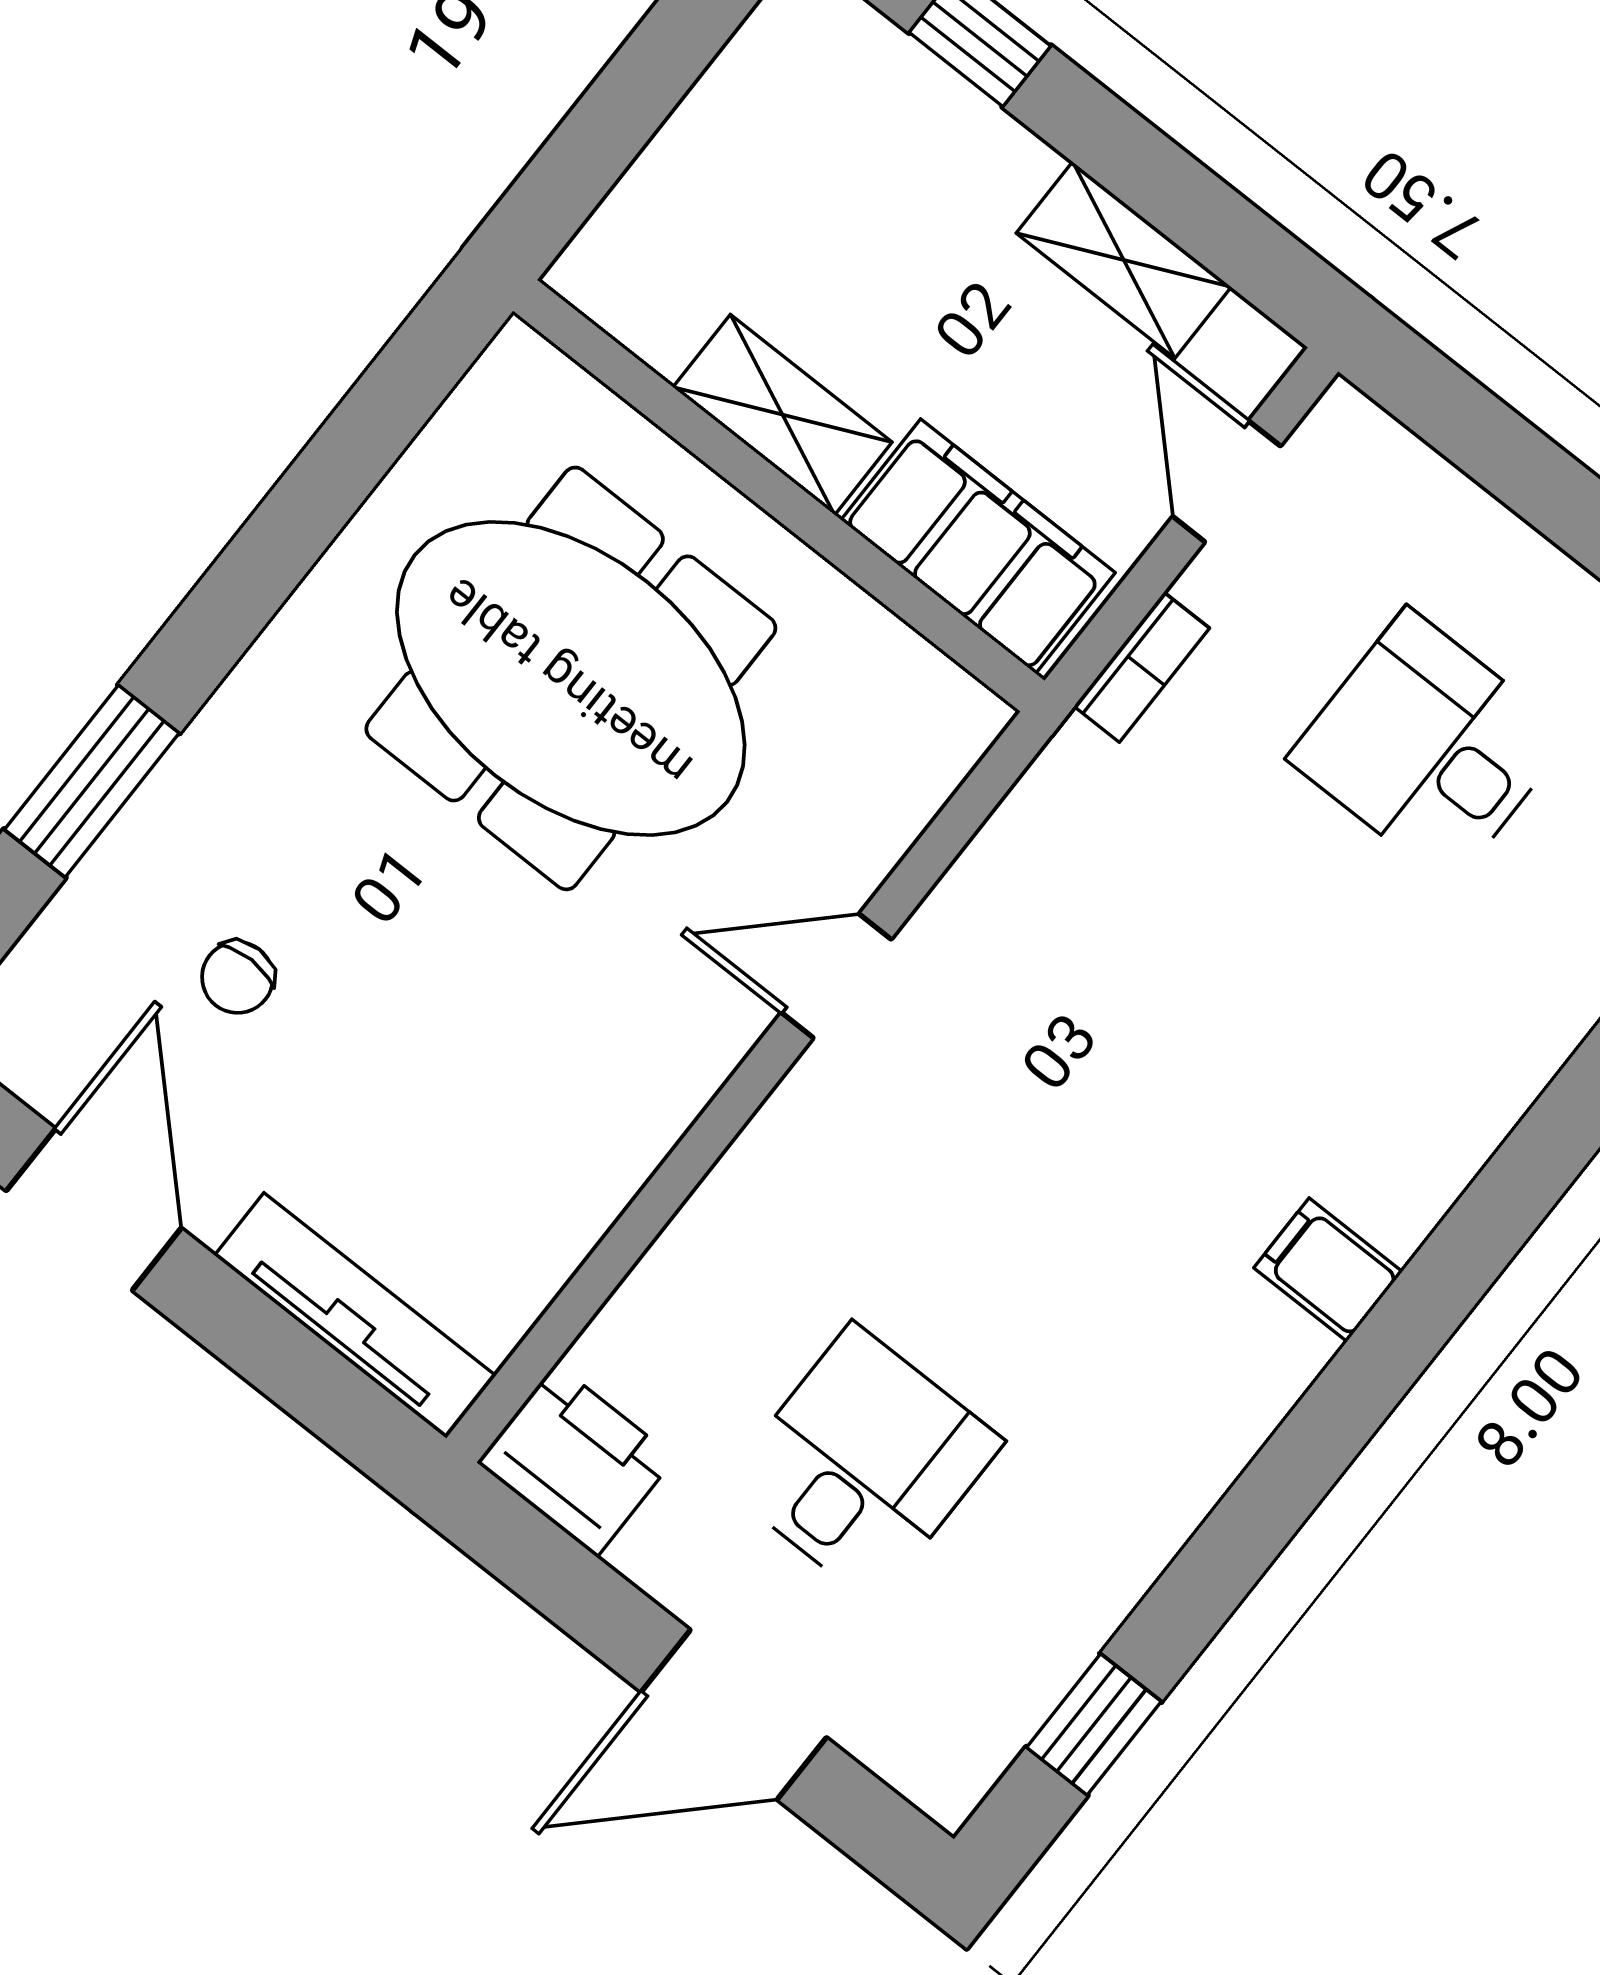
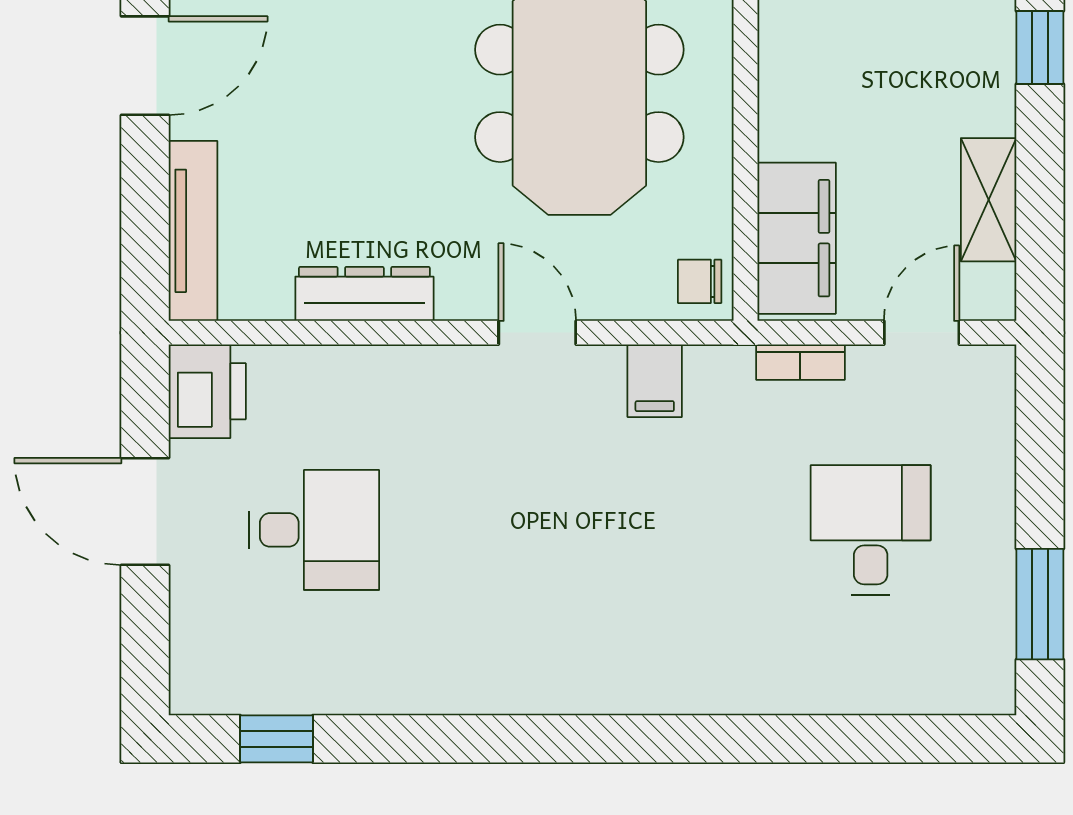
shelving: (783, 415) -> (786, 95), removed
chair: (238, 977) -> (700, 281), moved
dresser: (610, 1159) -> (364, 294), added
filing cabinet: (1328, 1270) -> (655, 381), moved, turned 180
door: (734, 1715) -> (145, 511), moved

